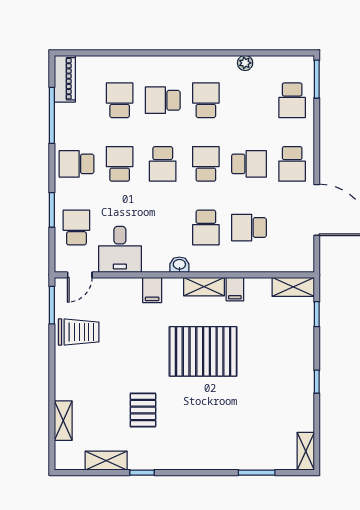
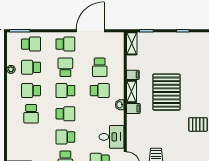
school desk: (120, 100) -> (31, 67), moved
filing cabinet: (152, 290) -> (133, 108), moved

